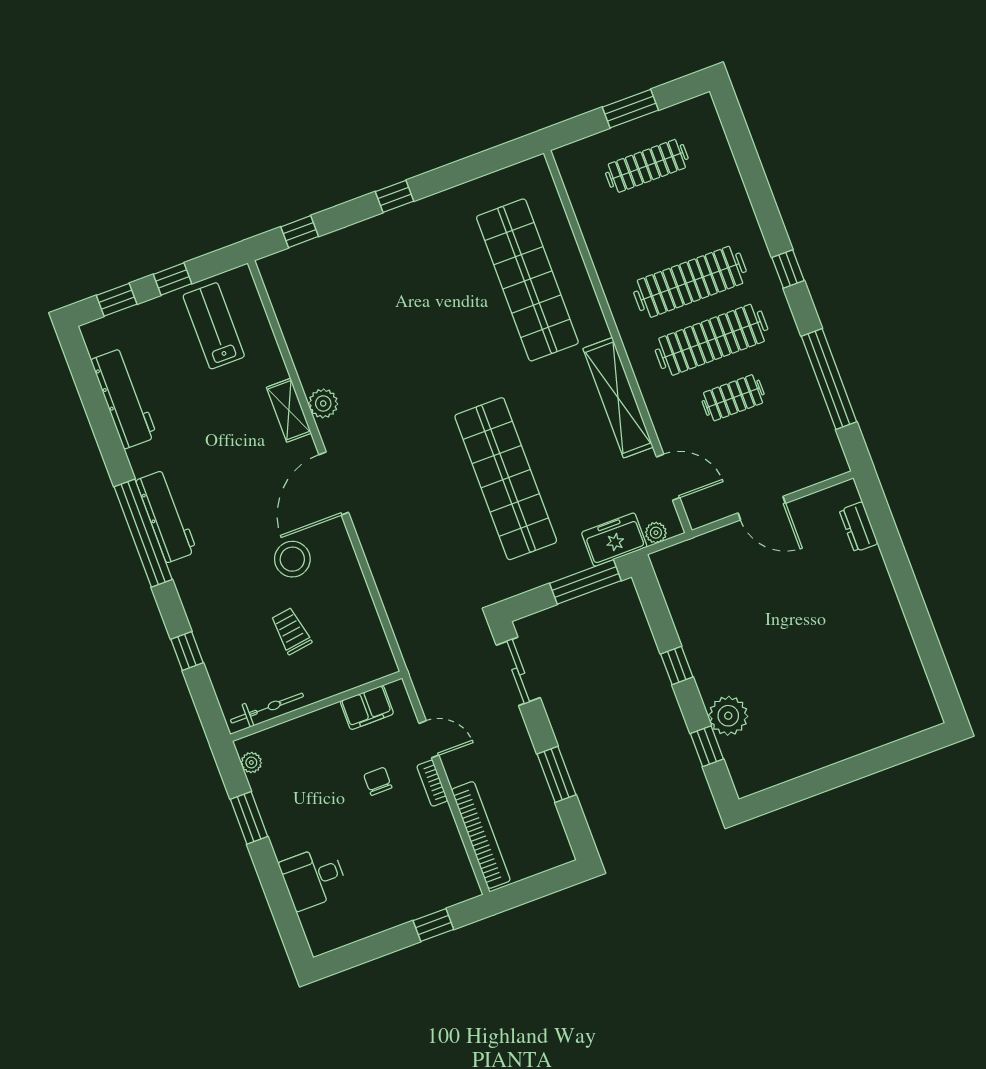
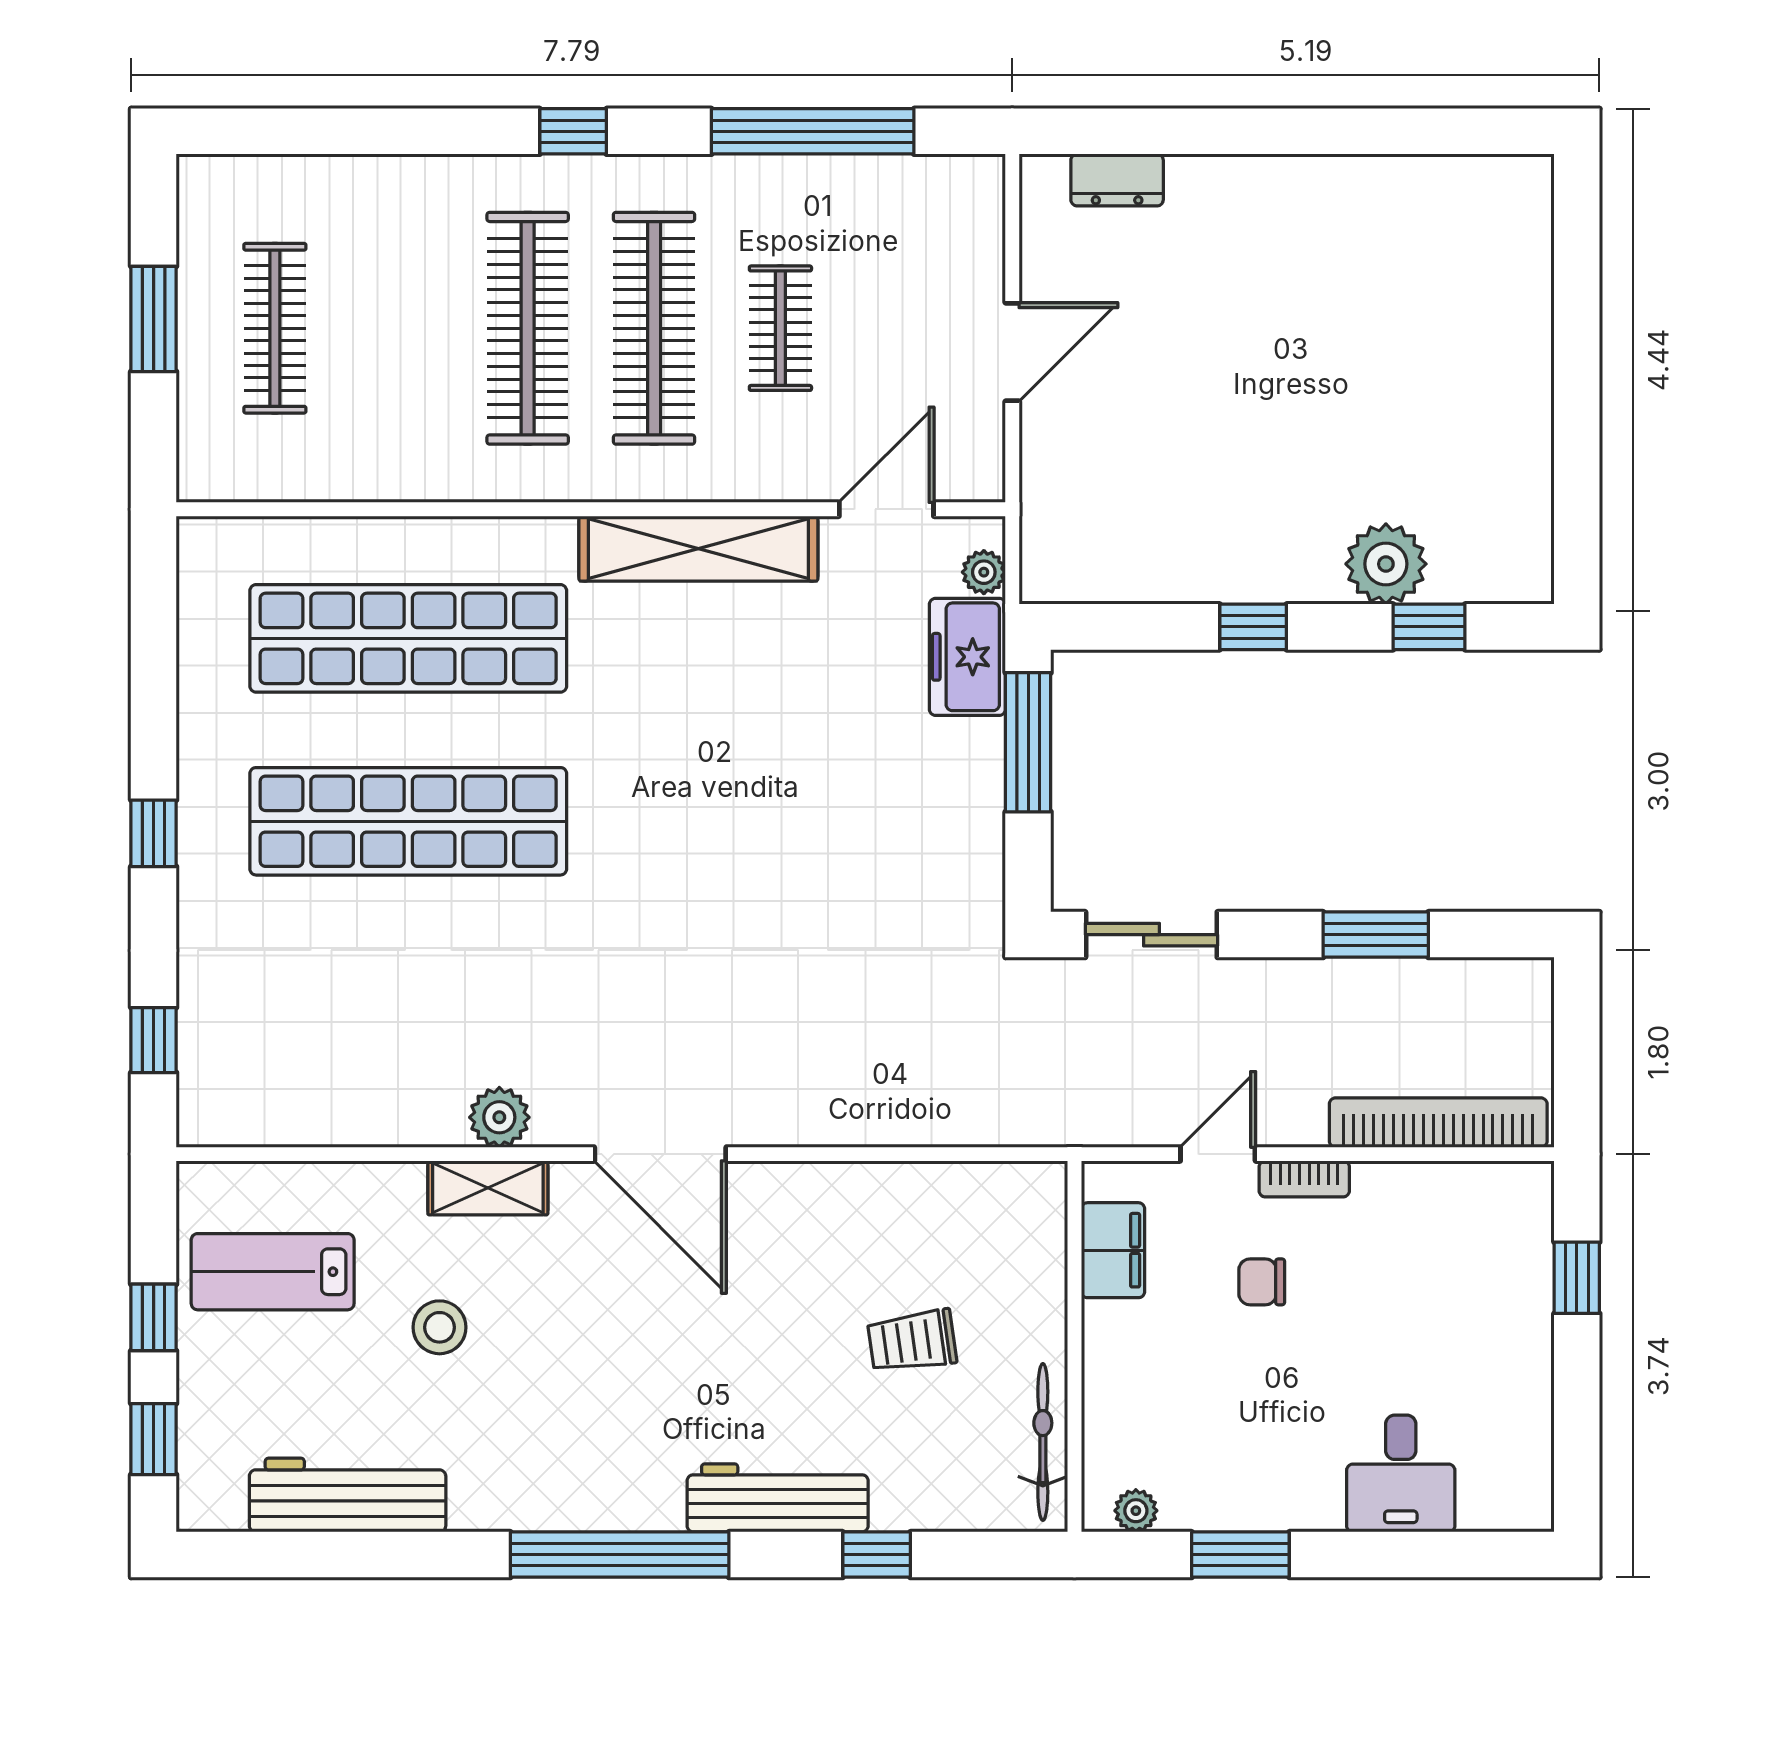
shop shelf: (506, 479) -> (408, 821), moved
workbench: (166, 516) -> (778, 1498), moved
stool: (292, 559) -> (440, 1327), moved, width x0.73, depth x0.73

